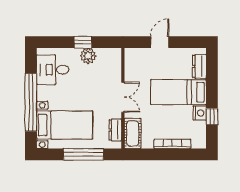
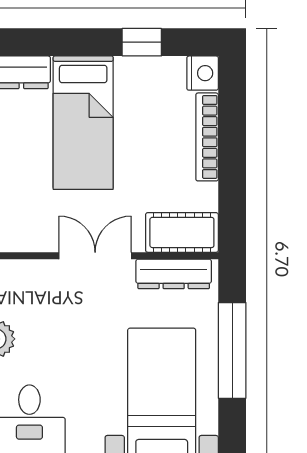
nightstand: (200, 113) -> (203, 73), moved, turned 90
dresser: (115, 130) -> (174, 274), width x1.44

